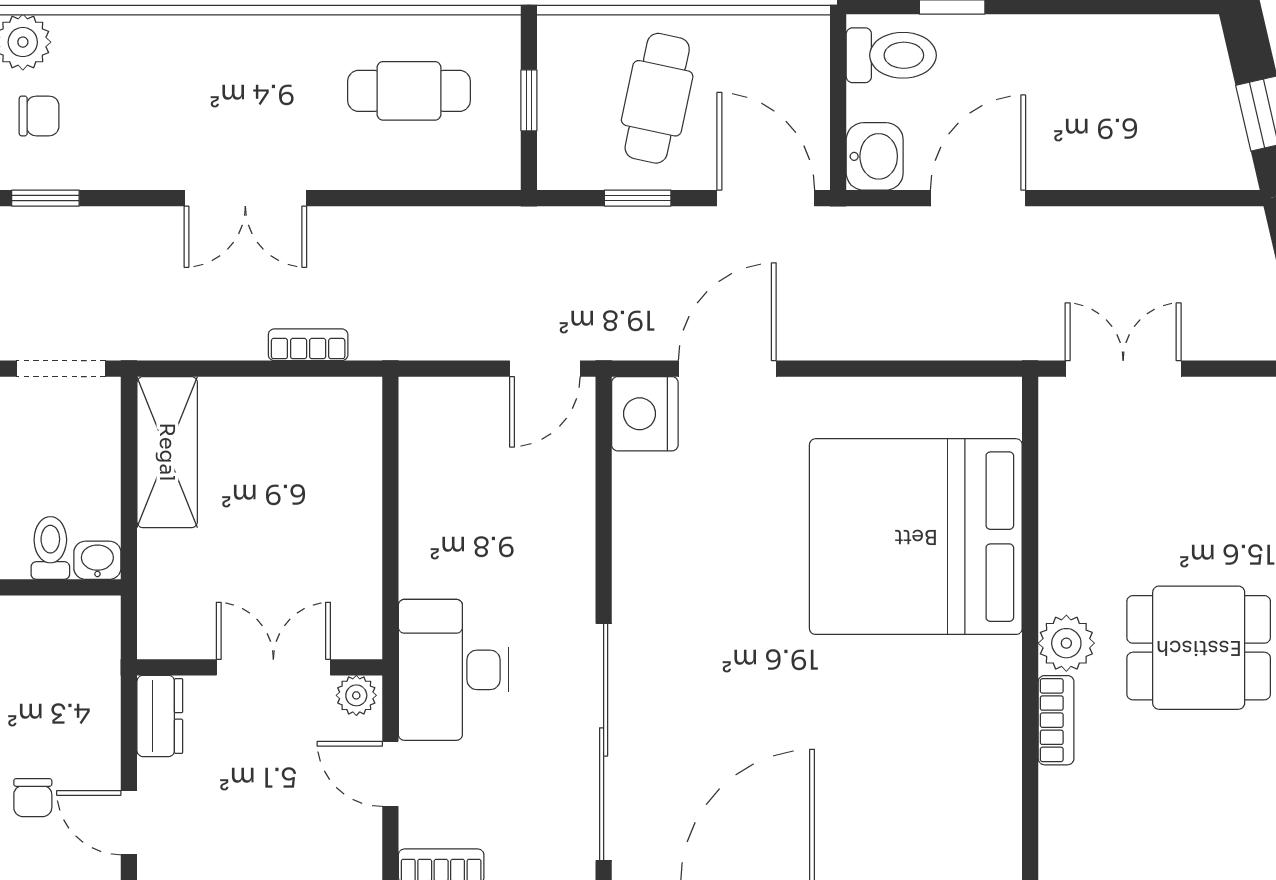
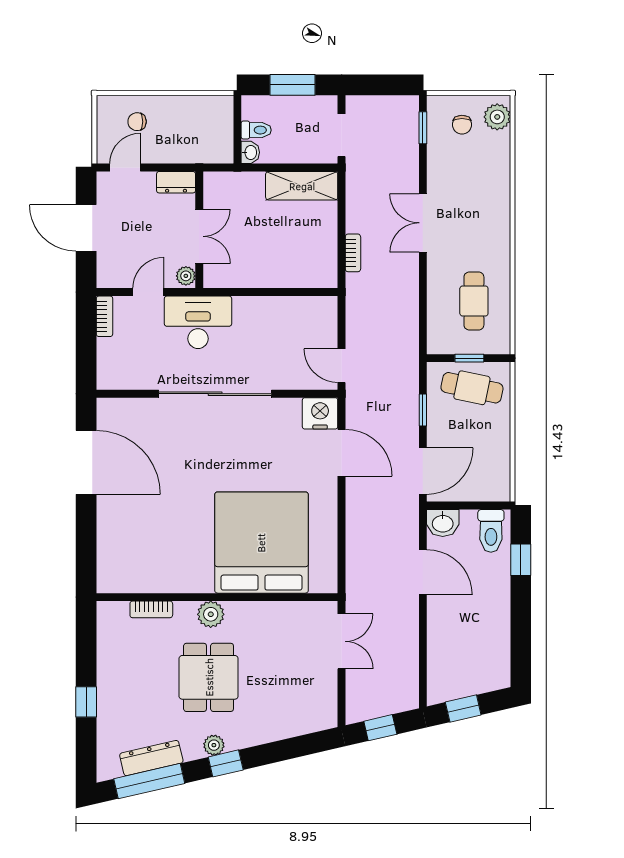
cafe table: (657, 98) -> (472, 388), moved
bookcase: (1056, 720) -> (151, 609), moved
sliding door: (604, 742) -> (215, 394), moved

